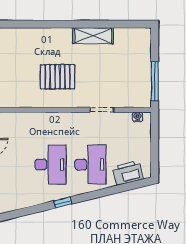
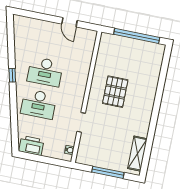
shelving: (93, 36) -> (137, 154), moved
window: (155, 81) -> (108, 172), moved
printer: (128, 173) -> (31, 146), moved, turned -76

